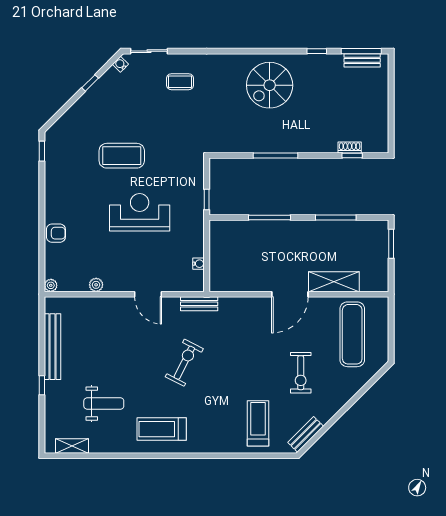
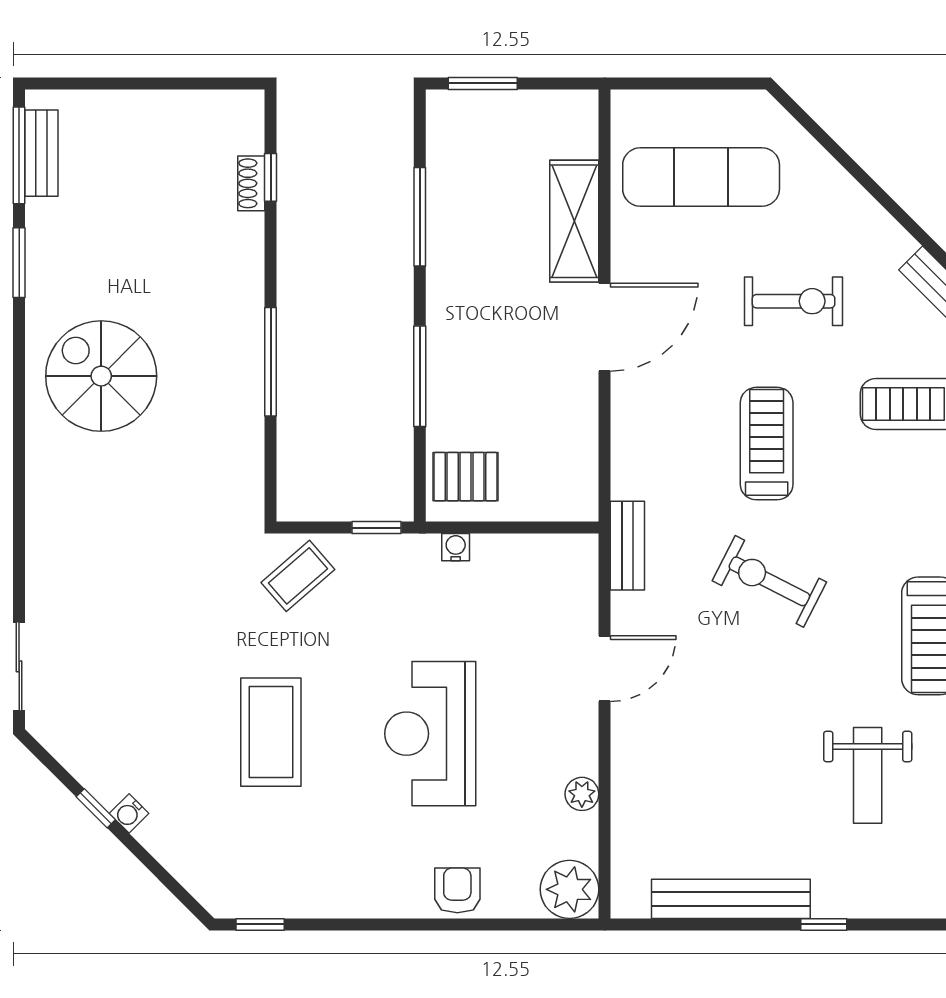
window: (317, 51) -> (19, 263), width x1.50
water cooler: (120, 64) -> (129, 813), moved
coffee table: (180, 82) -> (298, 576), moved, turned 49
spiral stairs: (270, 85) -> (101, 376), turned 180
reception desk: (140, 212) -> (430, 734), moved
pallet: (228, 237) -> (466, 477), added
water cooler: (199, 264) -> (456, 547), moved
plant: (51, 285) -> (569, 889), width x1.88, depth x1.88
door: (290, 294) -> (605, 327), hinge flipped
treadmill: (242, 362) -> (767, 444), added
weight bench: (104, 404) -> (868, 775), turned 180

